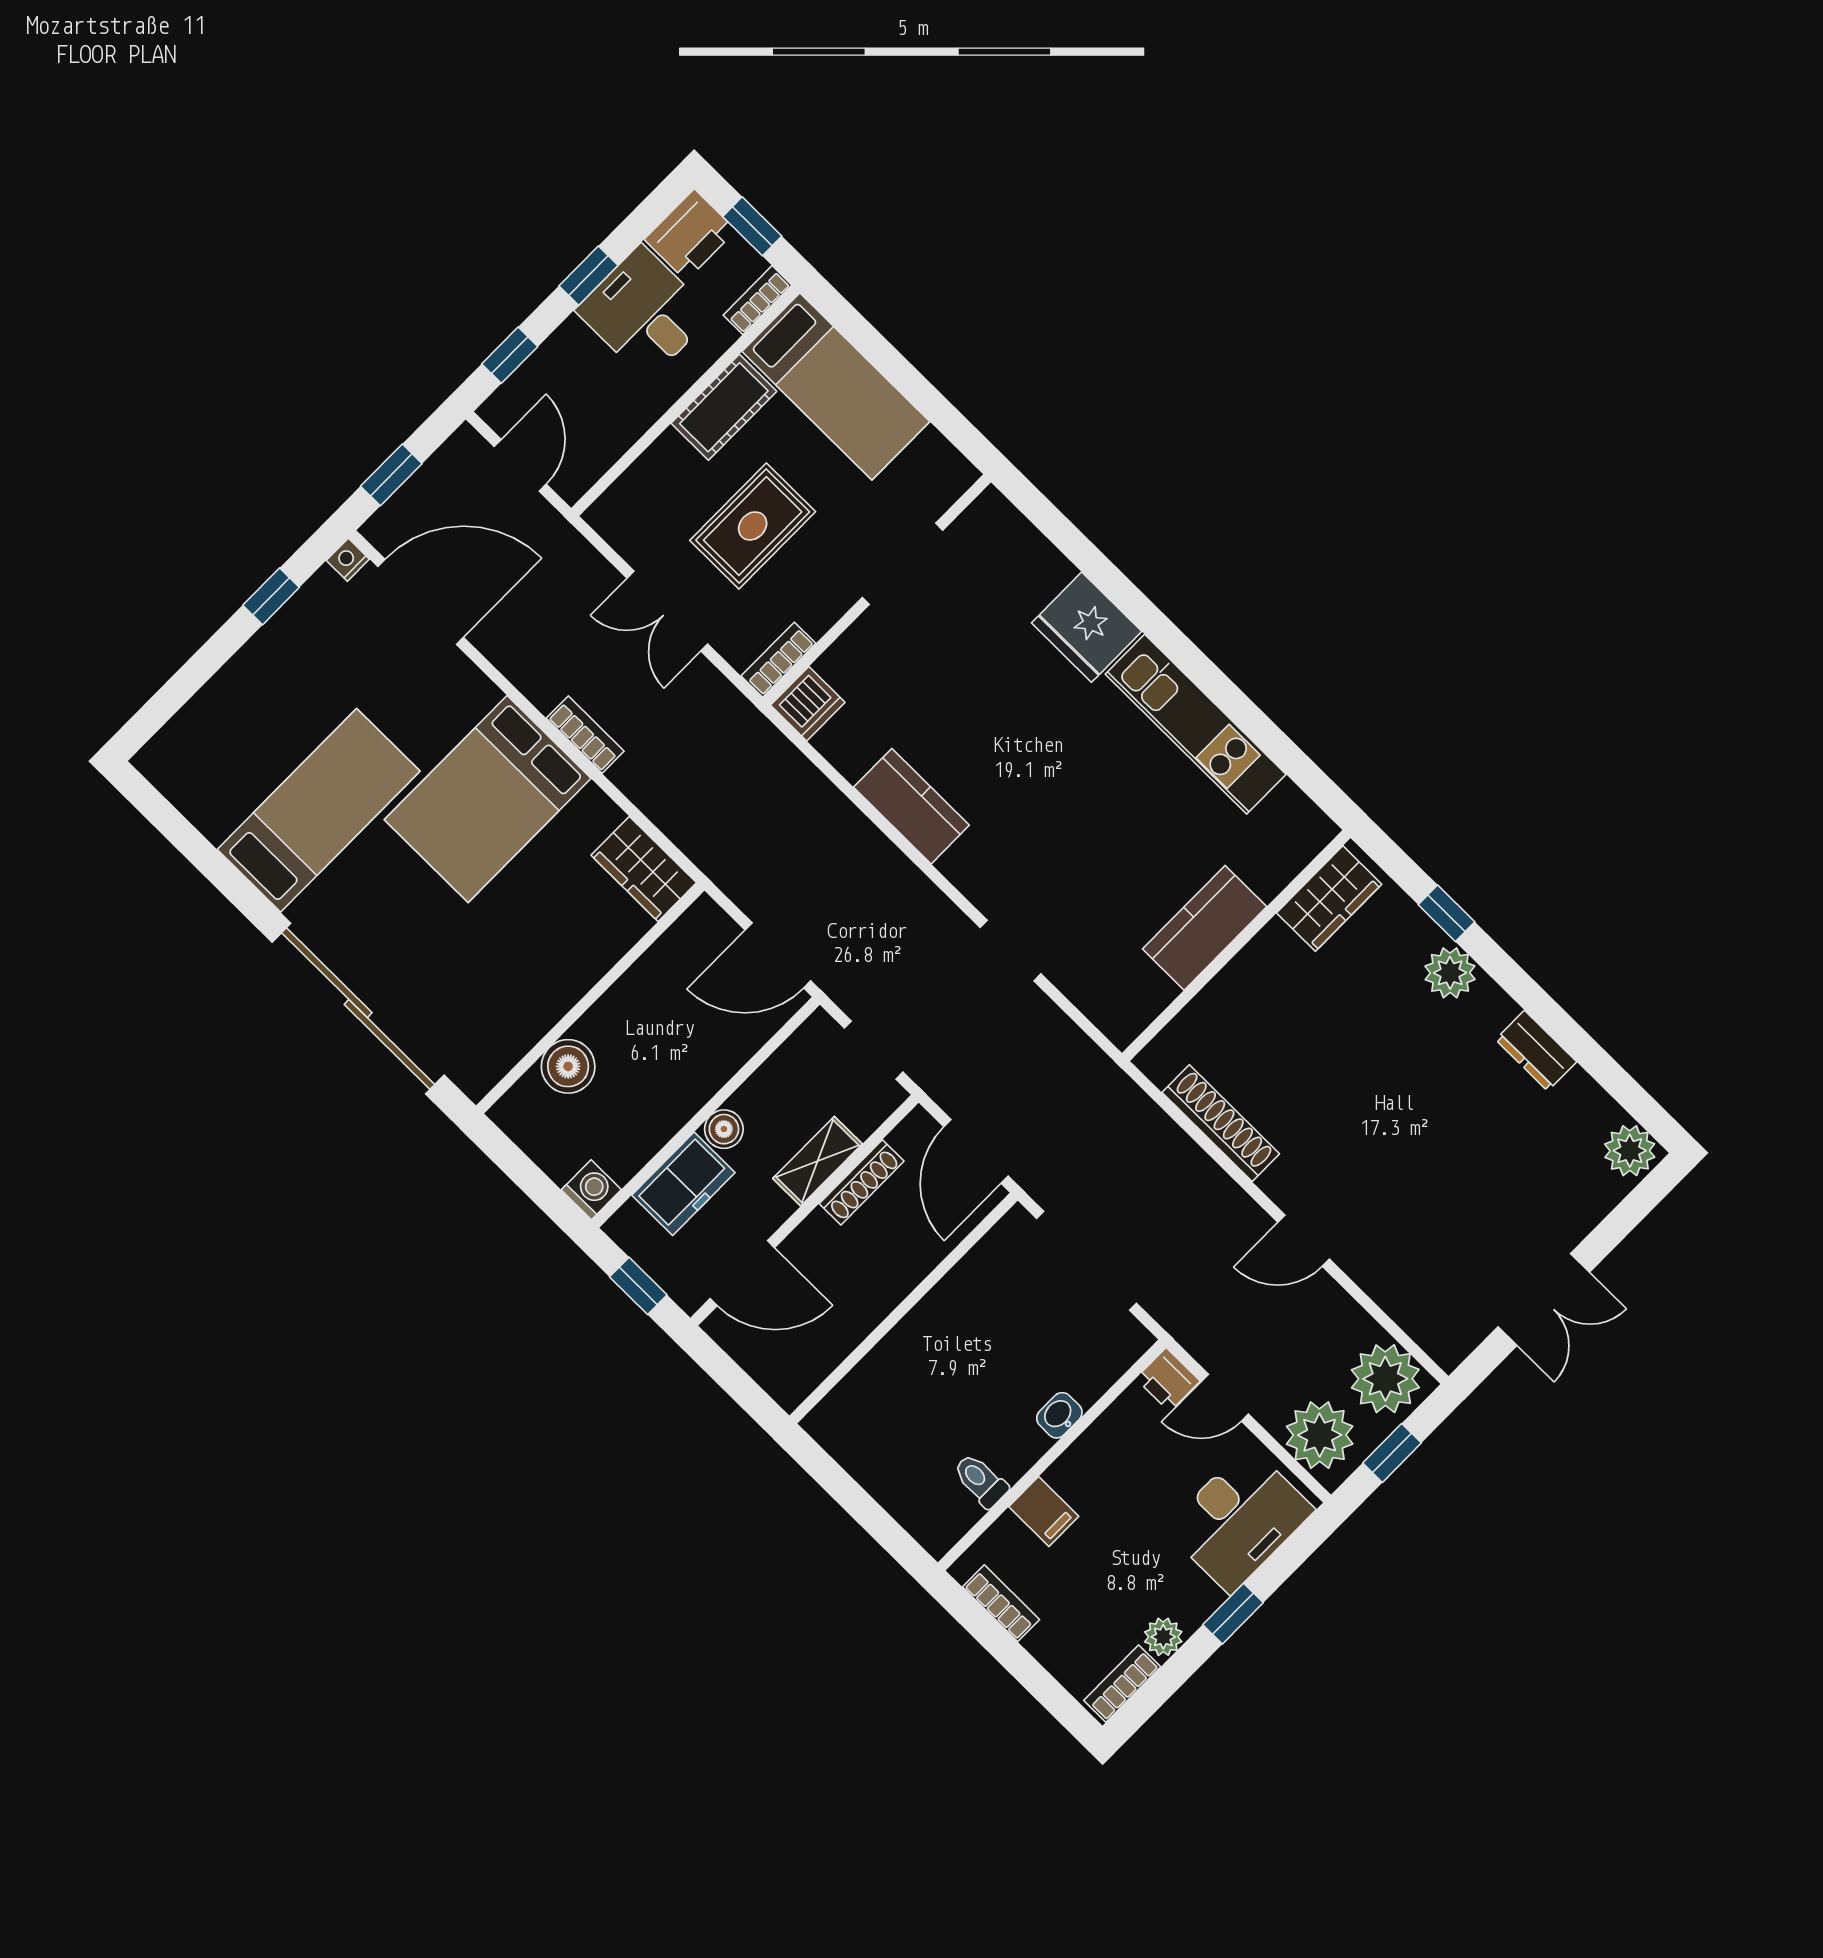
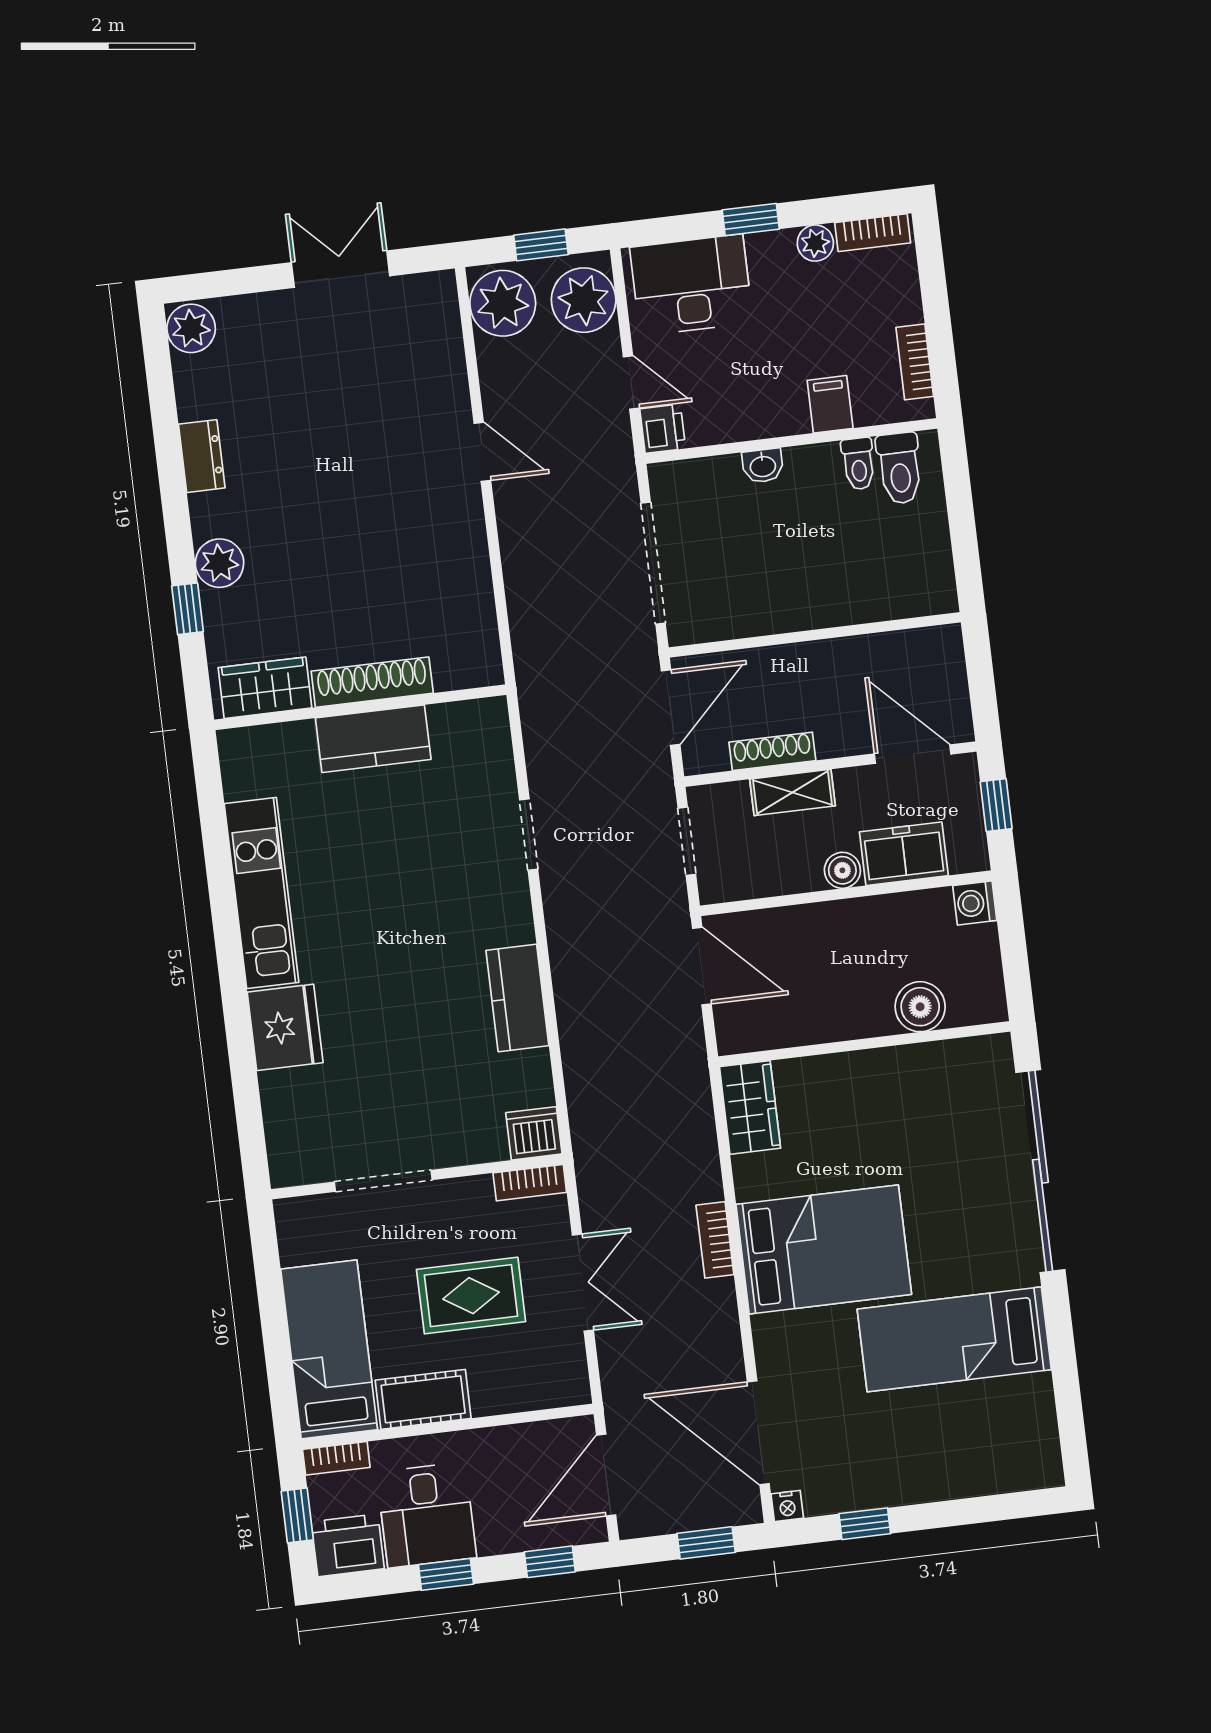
door: (520, 465) -> (606, 1475), width x1.37
shoe rack: (1221, 1123) -> (372, 682), moved, turned 90
toilet: (943, 1504) -> (900, 468), added

